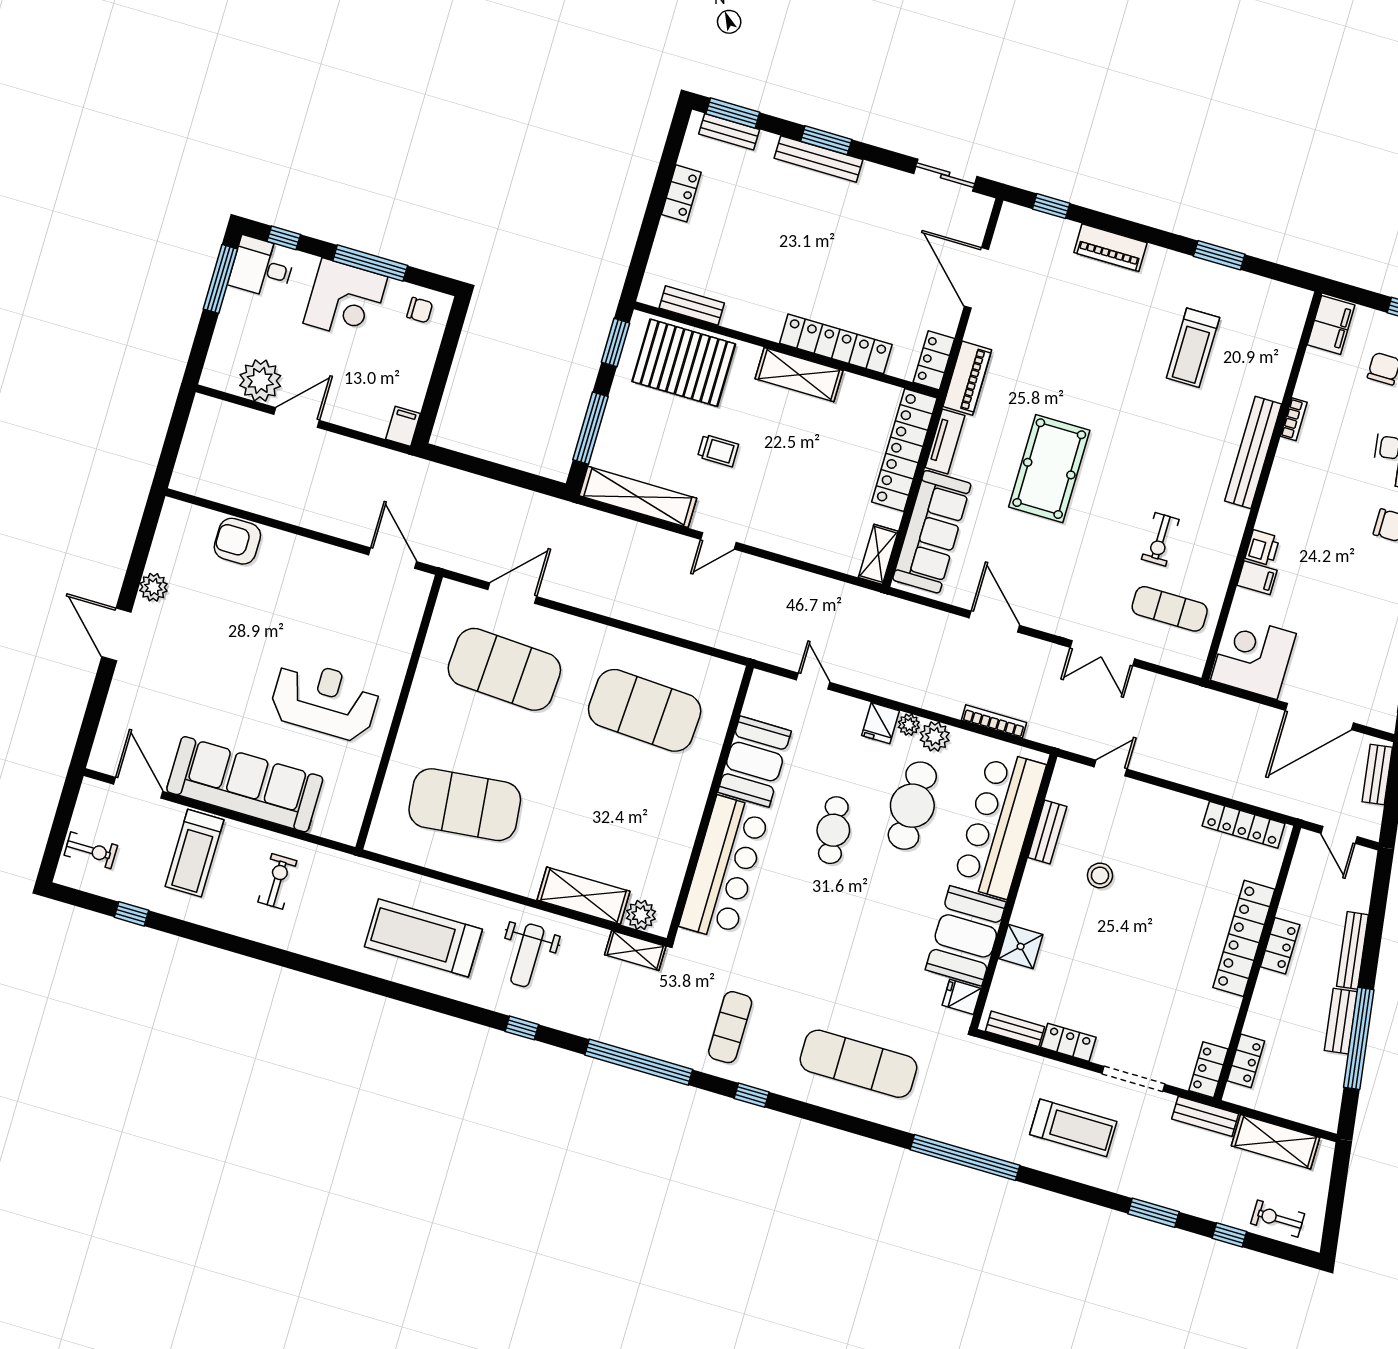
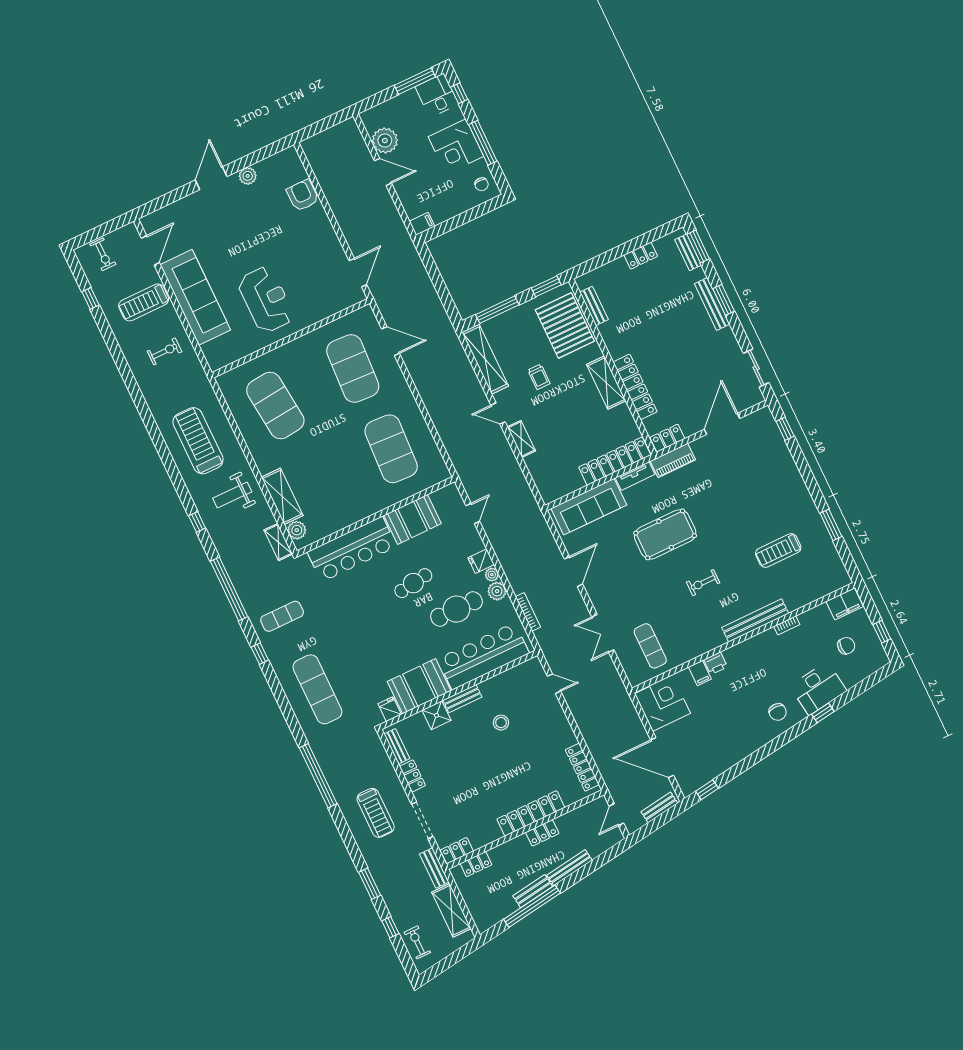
piano: (1110, 248) -> (790, 472), removed
exercise bike: (1160, 539) -> (703, 583), moved
shelving: (878, 554) -> (521, 439), moved, turned 90
bench: (1047, 832) -> (462, 699), moved

